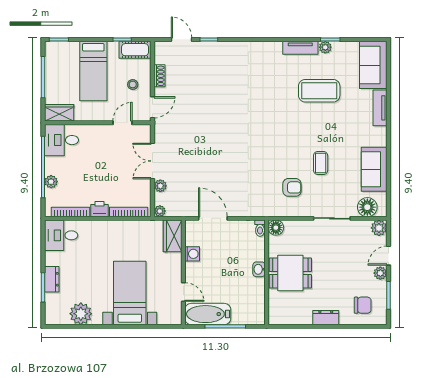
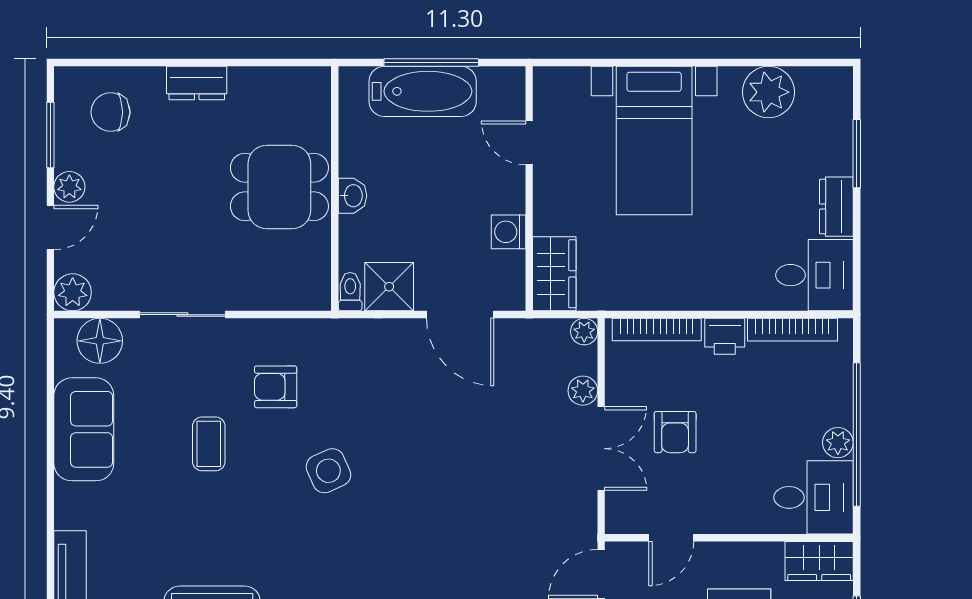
side table: (269, 151) -> (328, 471), added
armchair: (121, 168) -> (675, 432), added
plant: (51, 182) -> (838, 443), moved
floor lamp: (276, 228) -> (313, 293), removed
shower: (243, 230) -> (389, 287), added
dresser: (52, 279) -> (836, 207), moved
bathtub: (208, 314) -> (423, 91), moved

